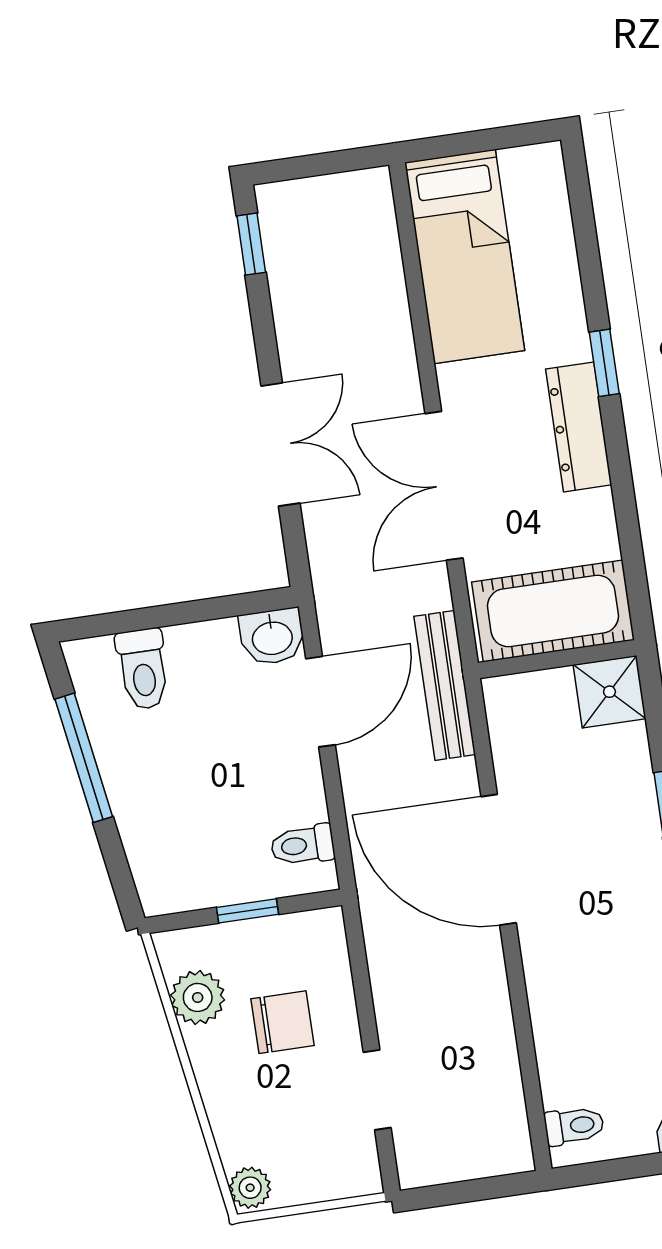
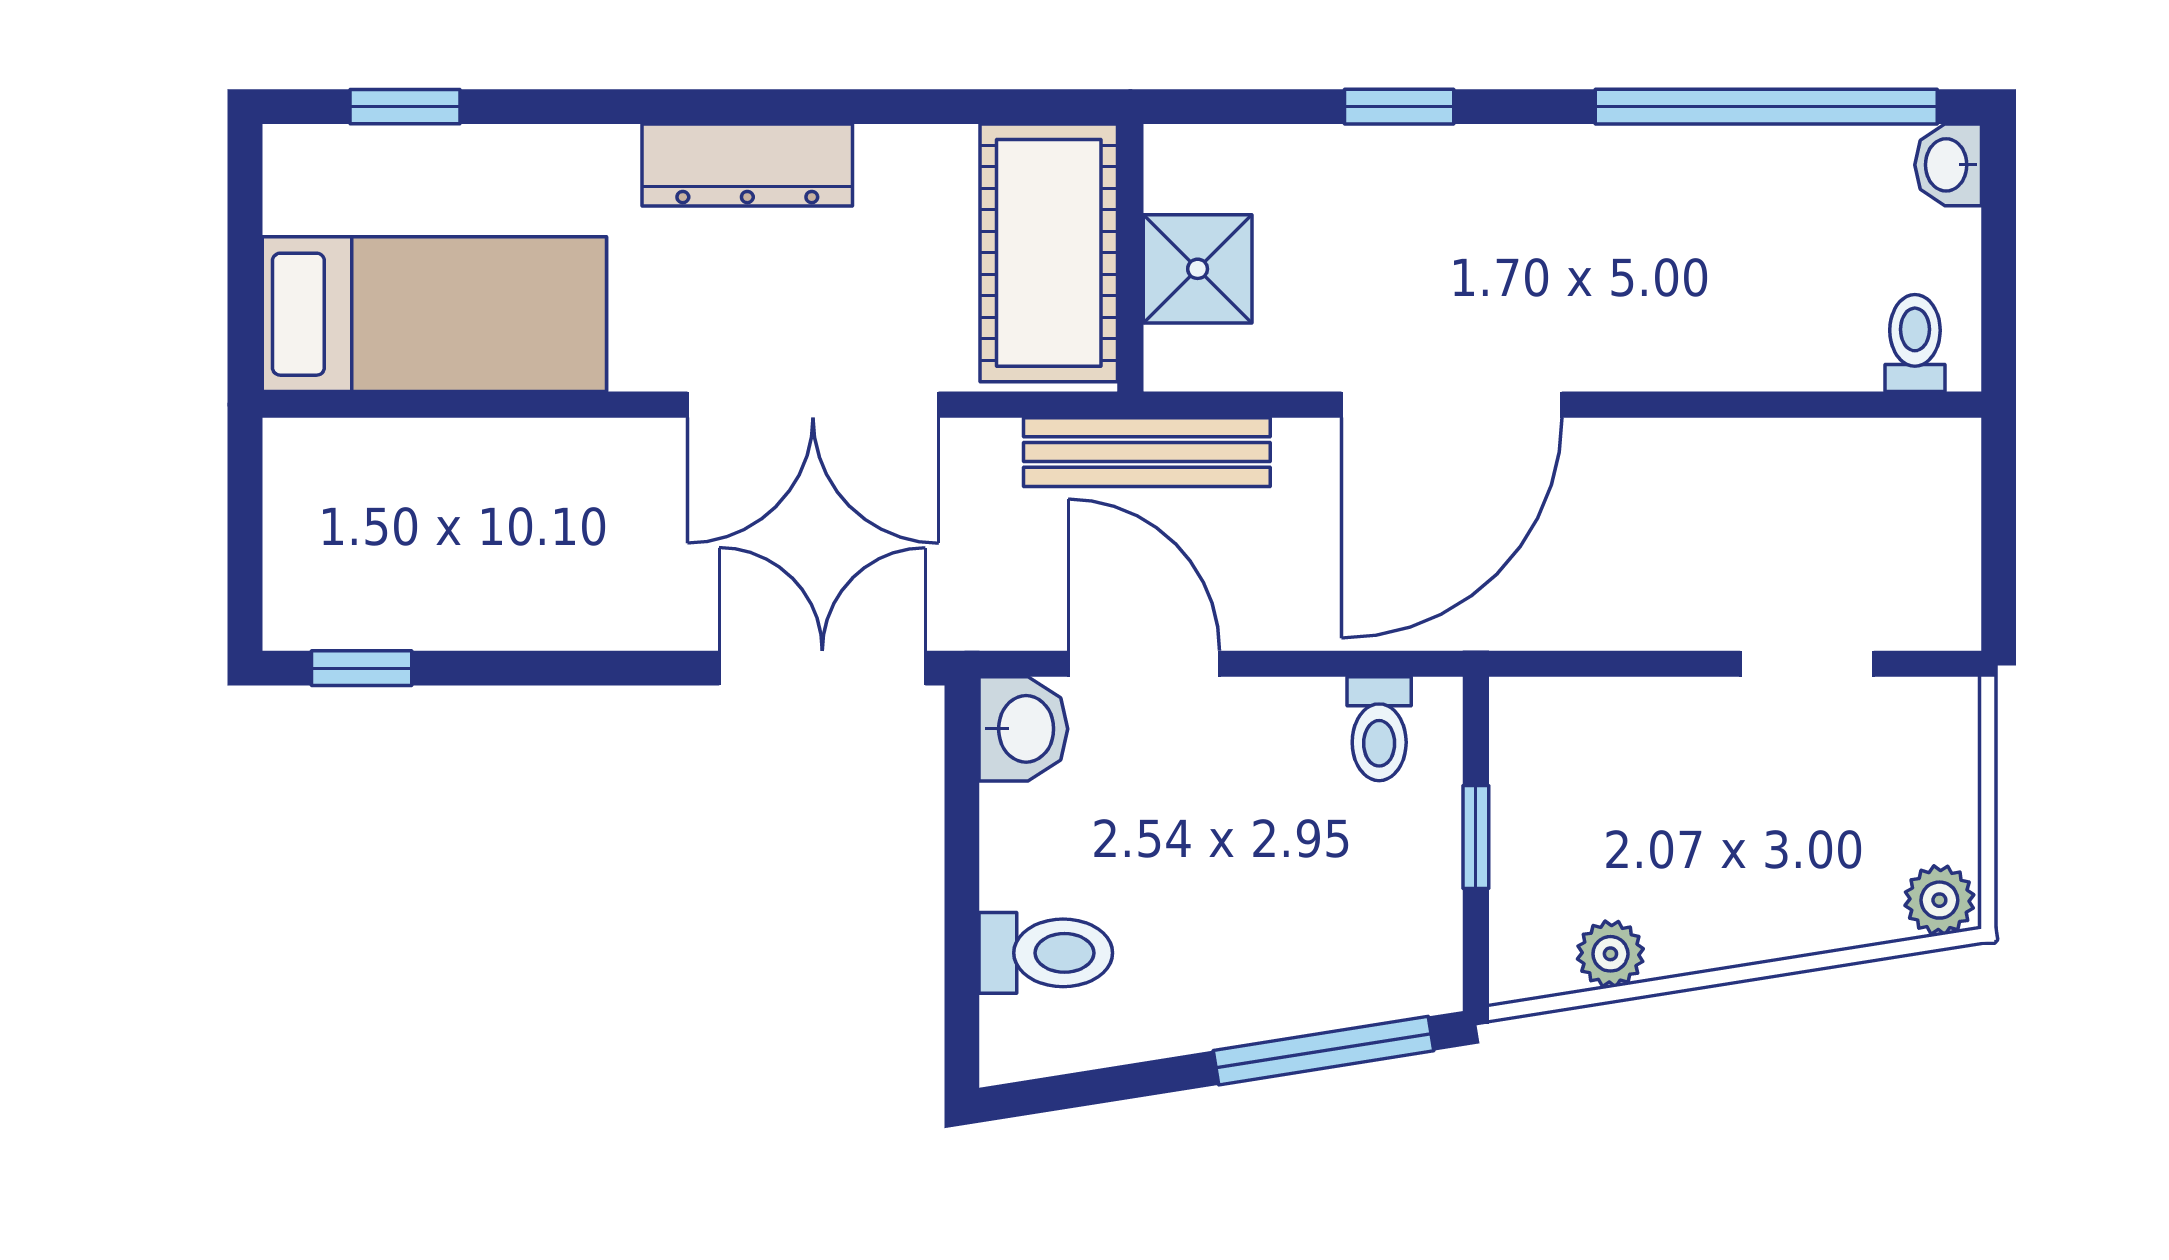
window: (604, 363) -> (405, 107), moved
double door: (280, 445) -> (822, 668), moved
shower: (609, 692) -> (1198, 269), moved
window: (84, 758) -> (1323, 1051), moved
plant: (198, 997) -> (1610, 954), width x0.73, depth x0.73
chair: (283, 1022) -> (1670, 806), removed

